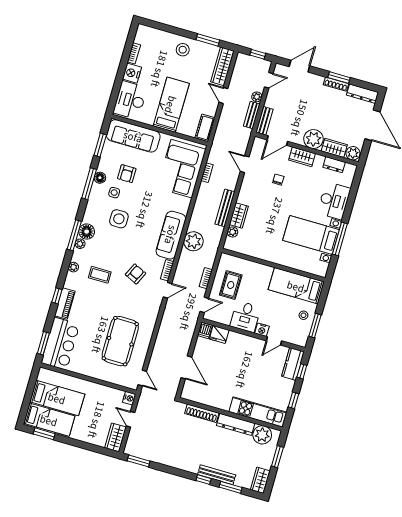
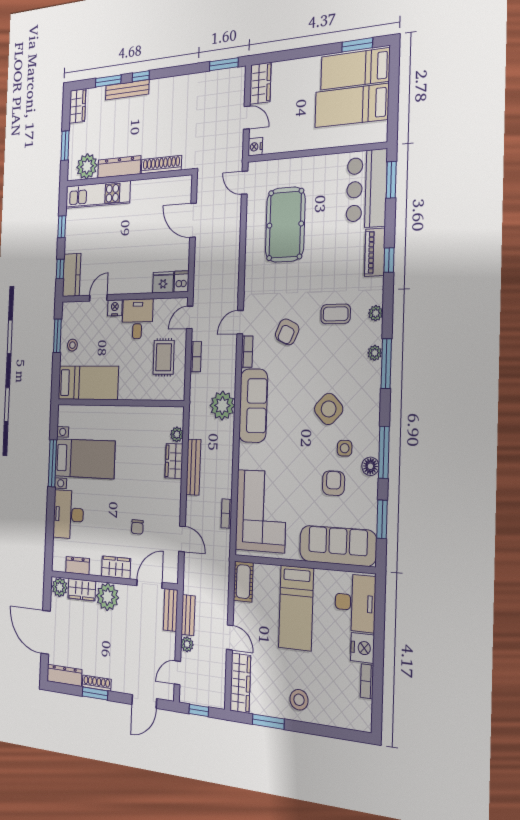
side table: (119, 219) -> (329, 409), turned 45
floor lamp: (87, 232) -> (370, 375), removed

